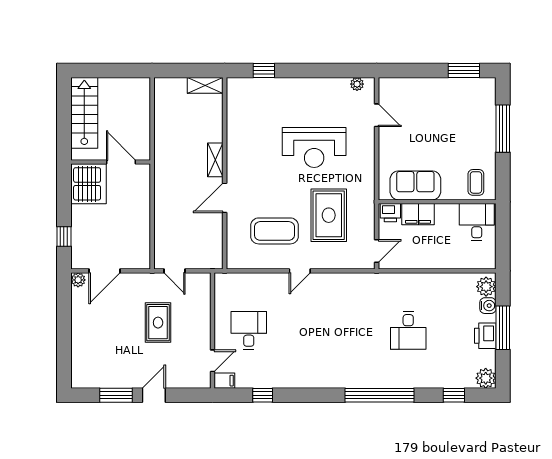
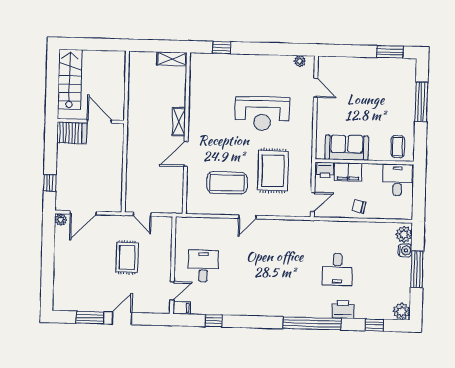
server rack: (88, 184) -> (72, 133), width x0.62
chair: (432, 255) -> (359, 206), added
printer: (485, 336) -> (343, 309), moved, turned 90

